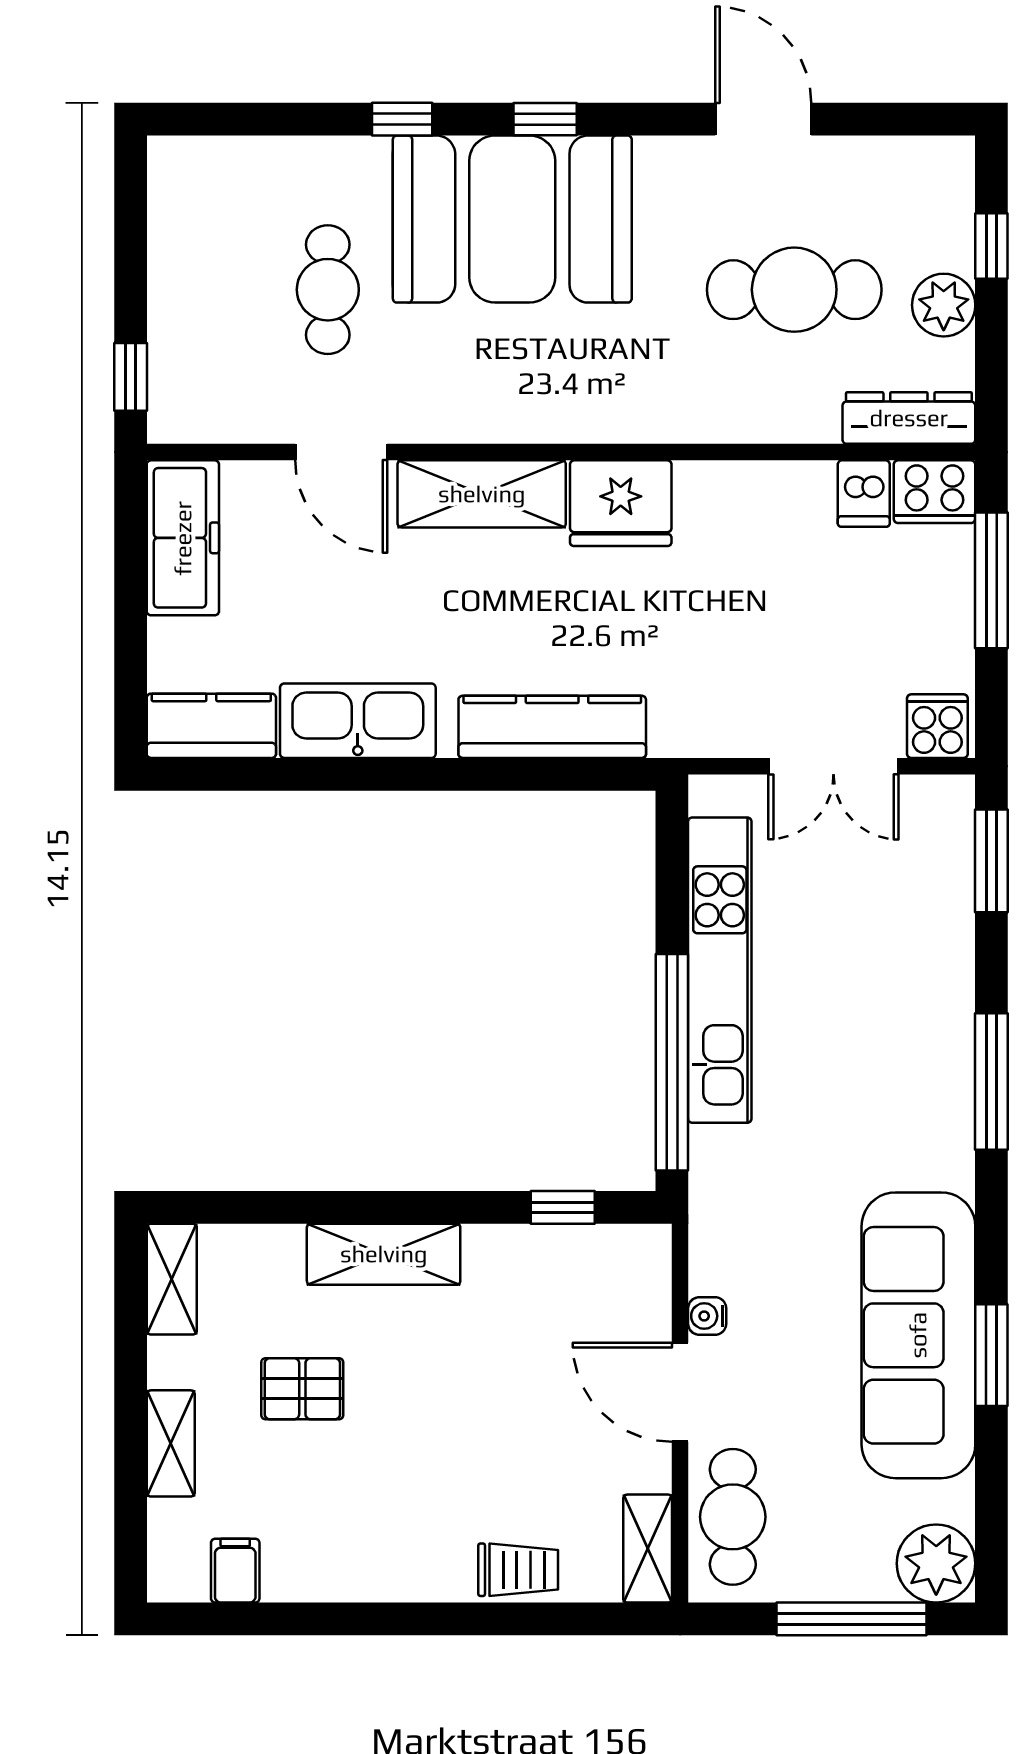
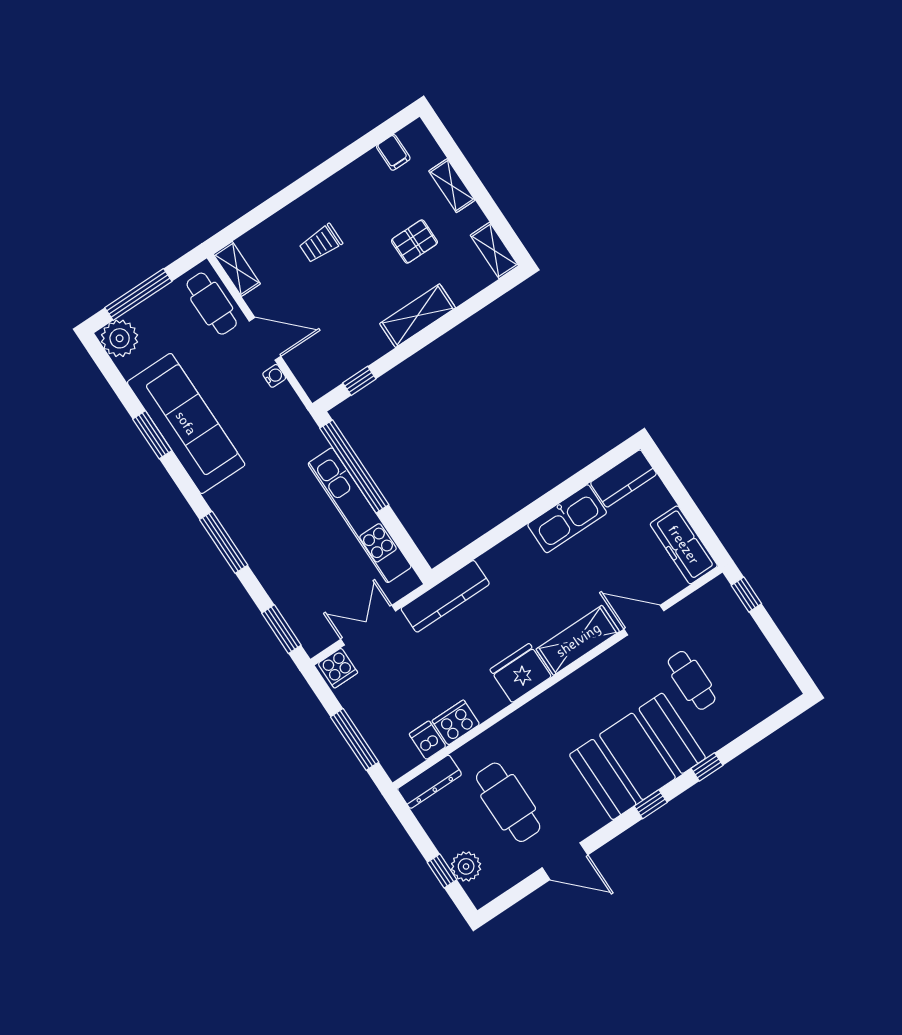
cafe table: (794, 290) -> (508, 802), turned 90
plant: (944, 305) -> (466, 866), moved
cooker: (935, 492) -> (456, 722), moved
kitchen counter: (552, 727) -> (445, 596), moved
trolley: (518, 1570) -> (321, 243), moved

